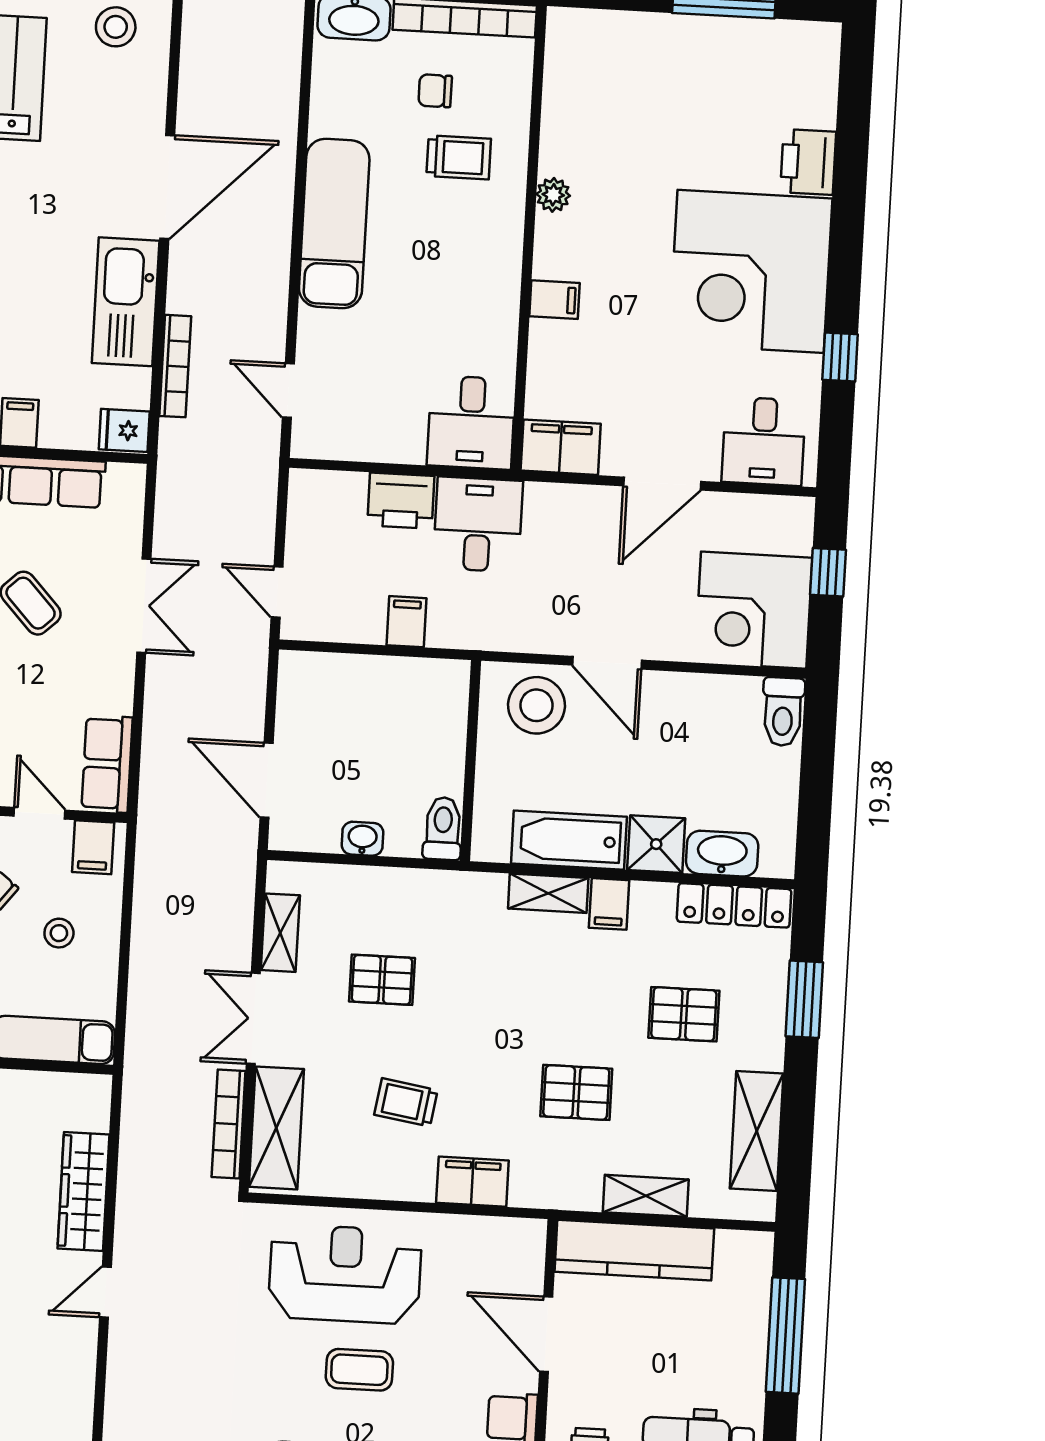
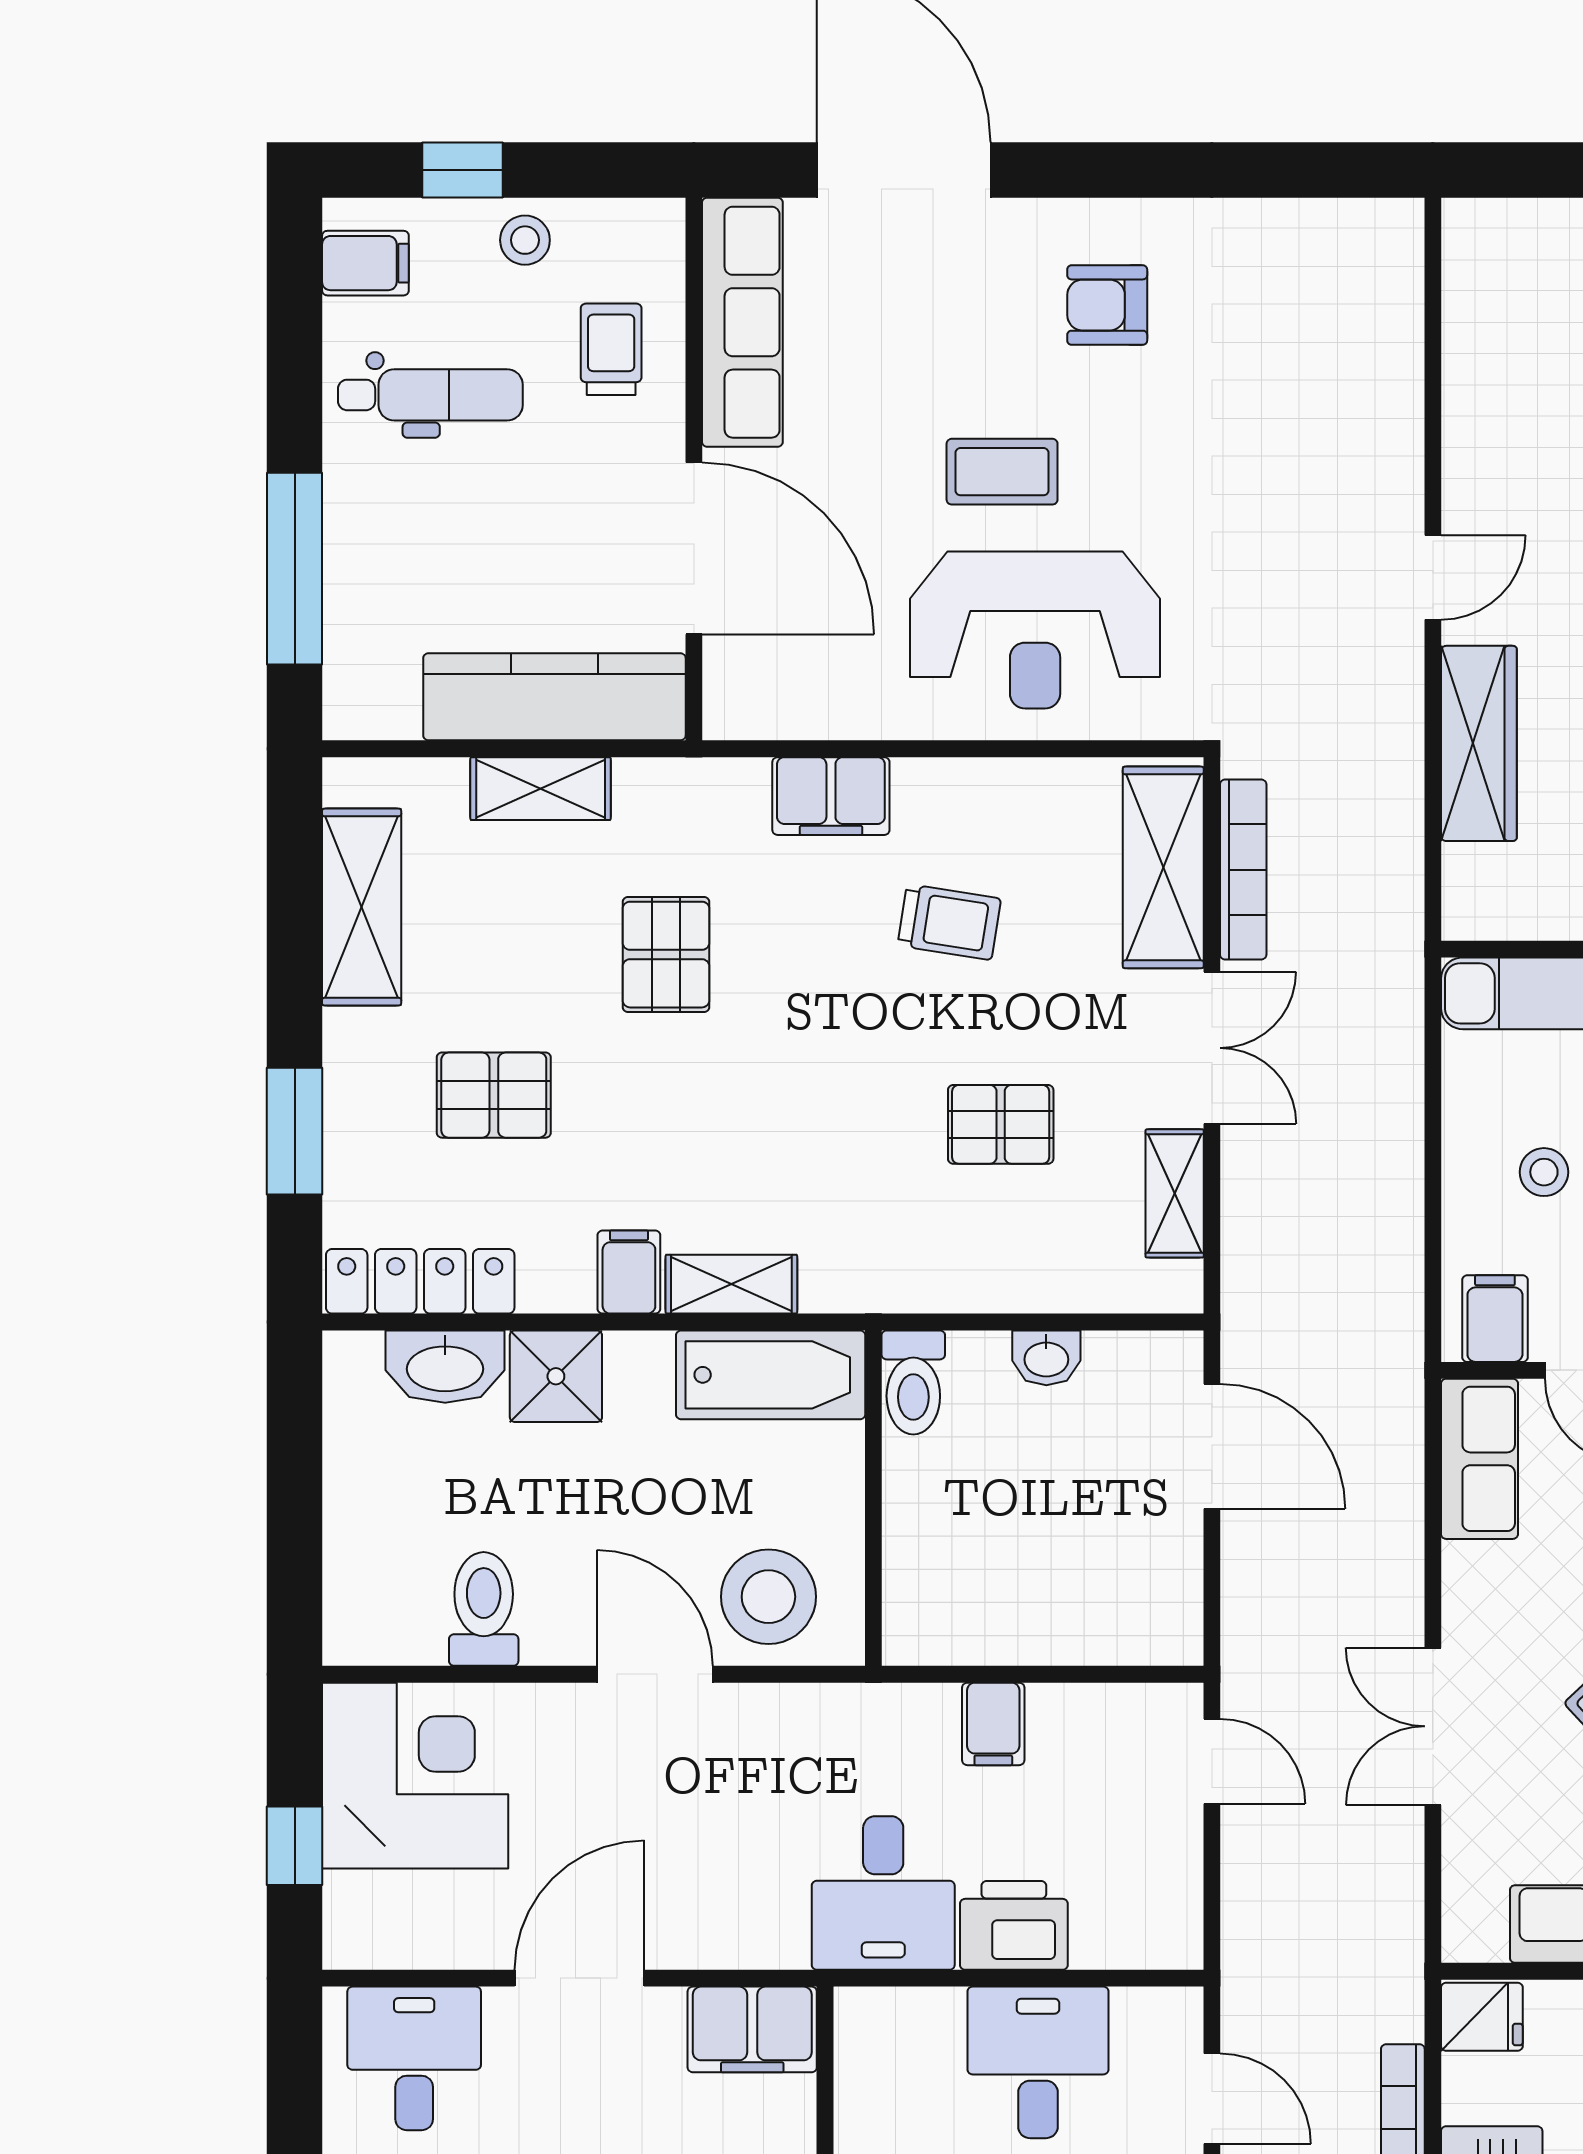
desk: (471, 422) -> (1038, 2062), moved
toilet: (783, 712) -> (484, 1609), moved
bathtub: (569, 840) -> (771, 1375), moved
pallet: (576, 1092) -> (666, 955), turned 90
door: (546, 1334) -> (694, 548), width x1.36

